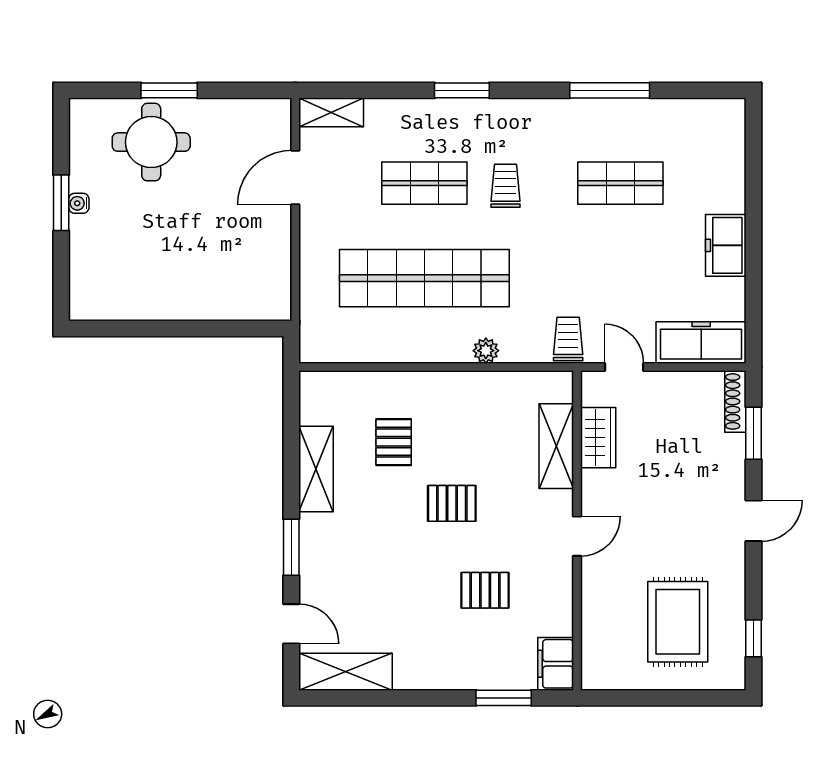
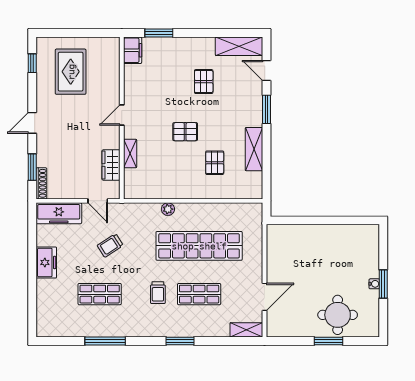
trolley: (568, 339) -> (110, 245), moved, turned 57
shelving: (556, 446) -> (130, 153), width x0.67, depth x0.75
pallet: (485, 590) -> (204, 82), moved, turned 90

